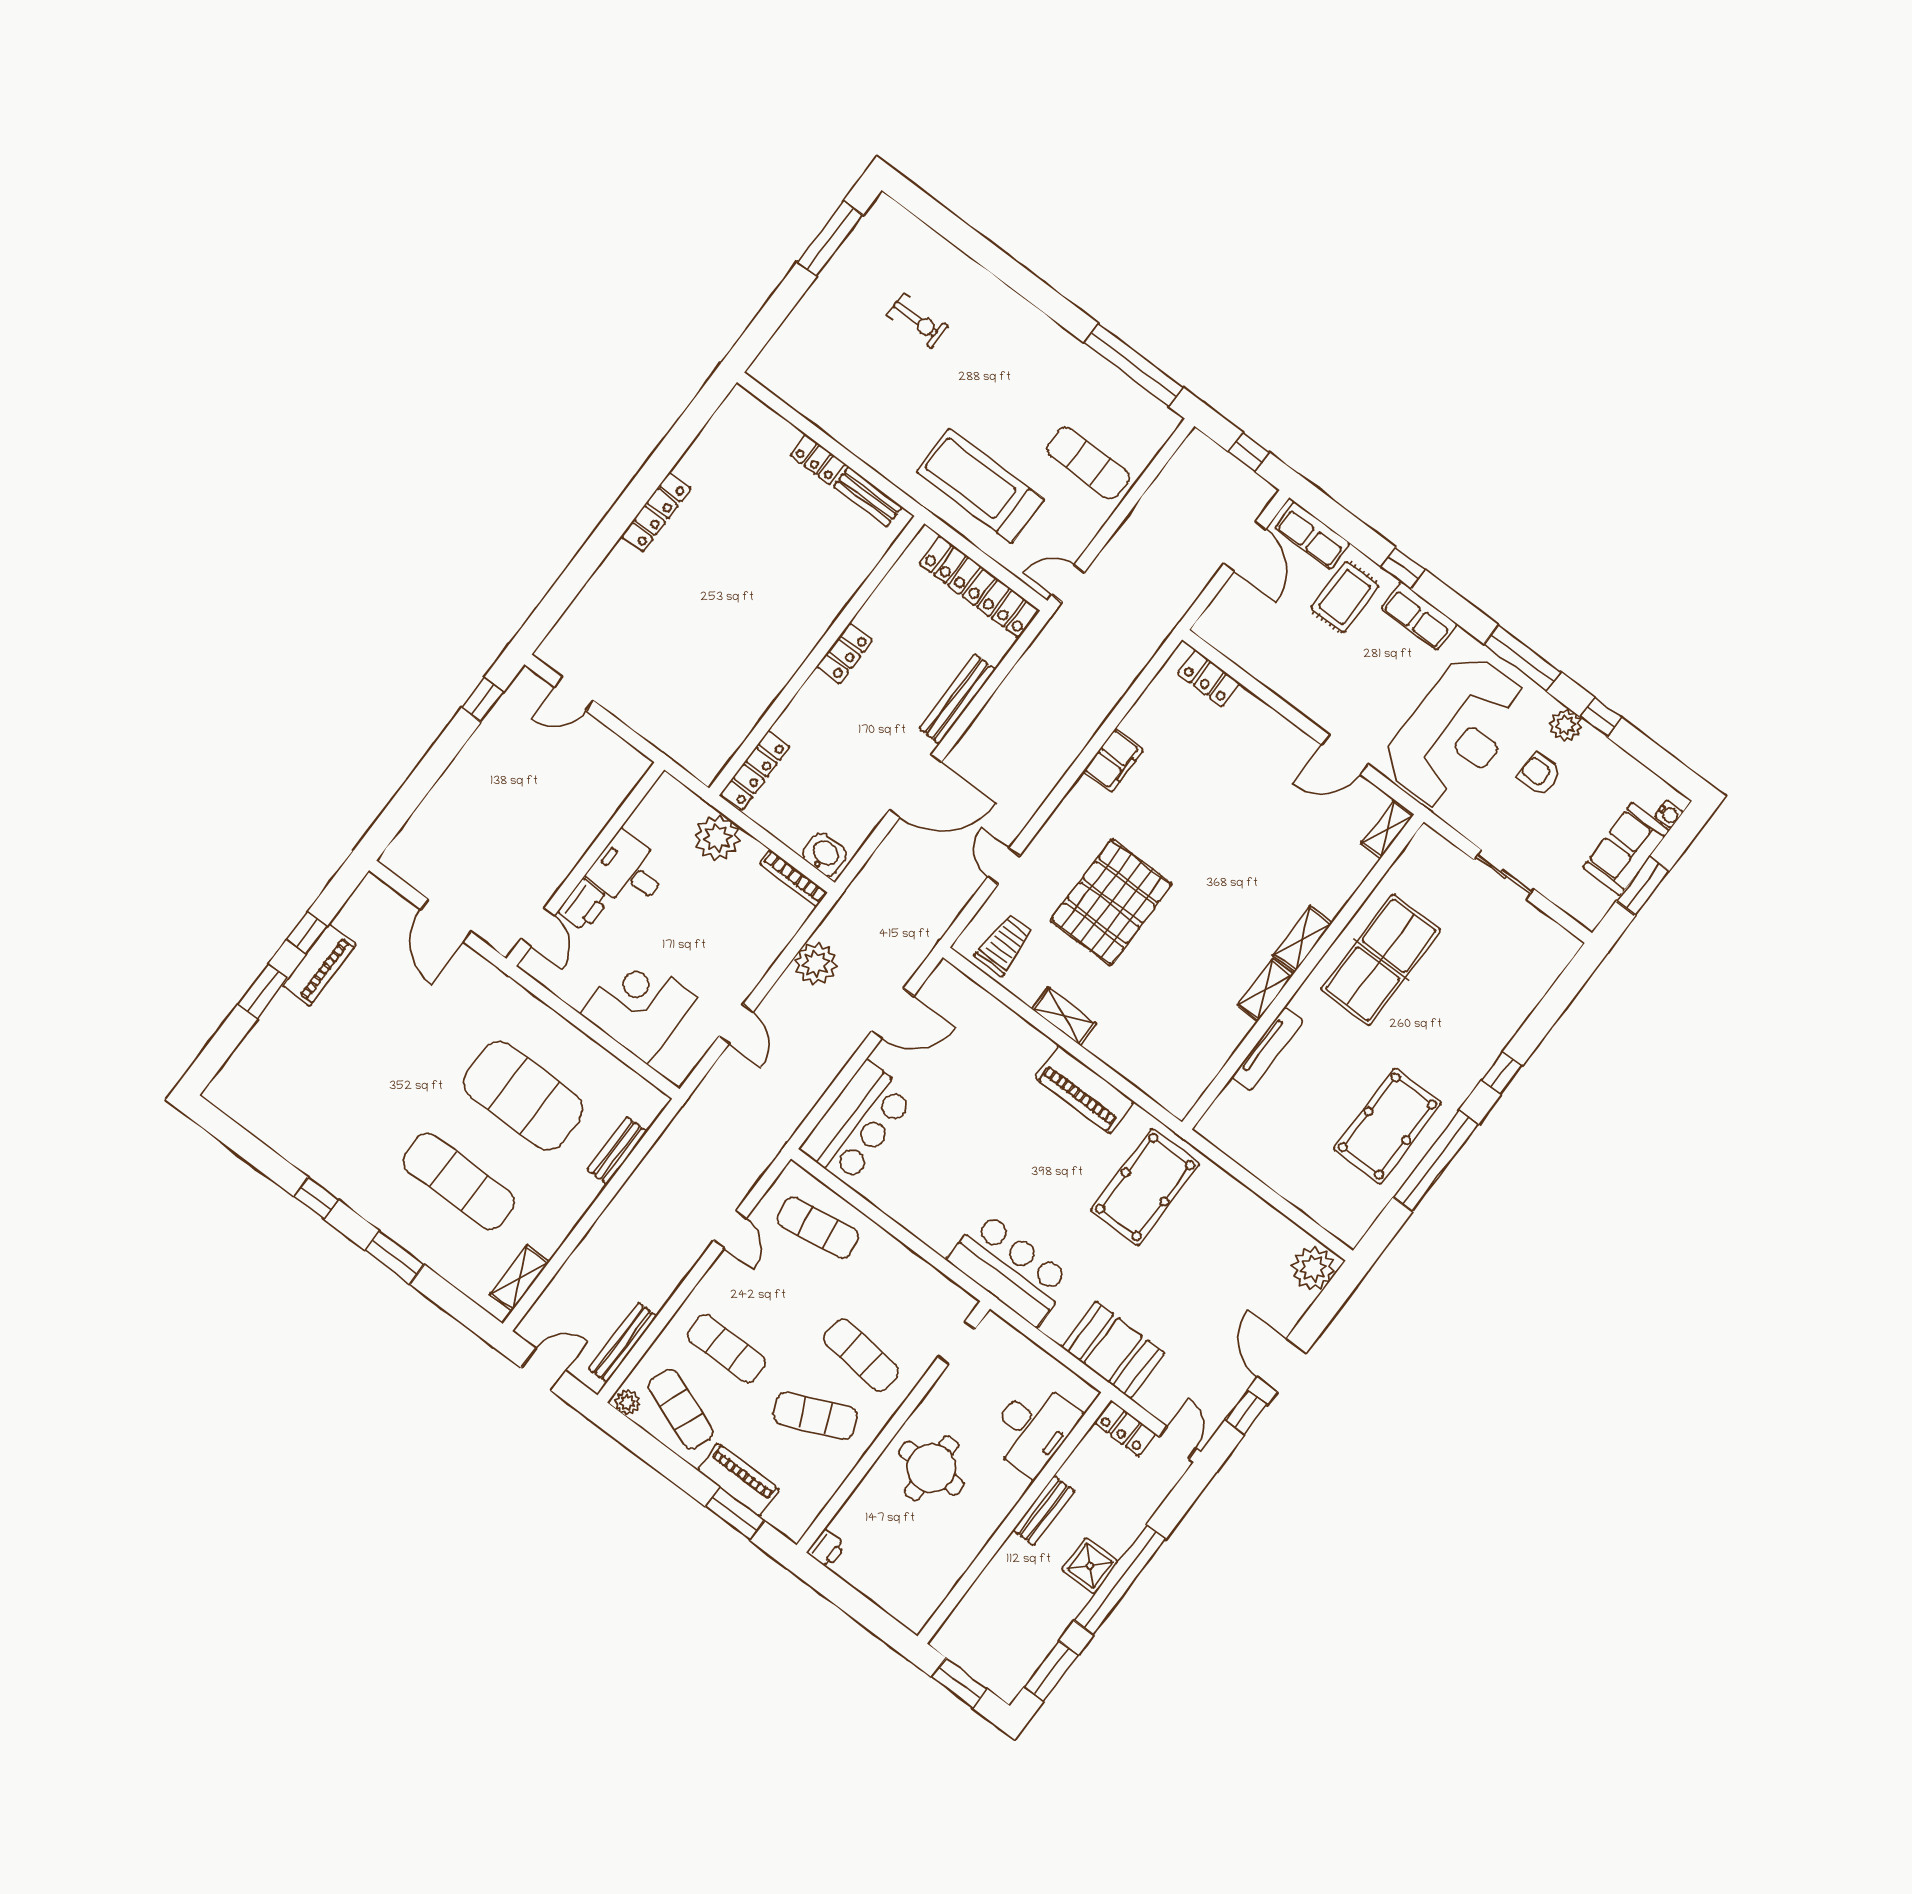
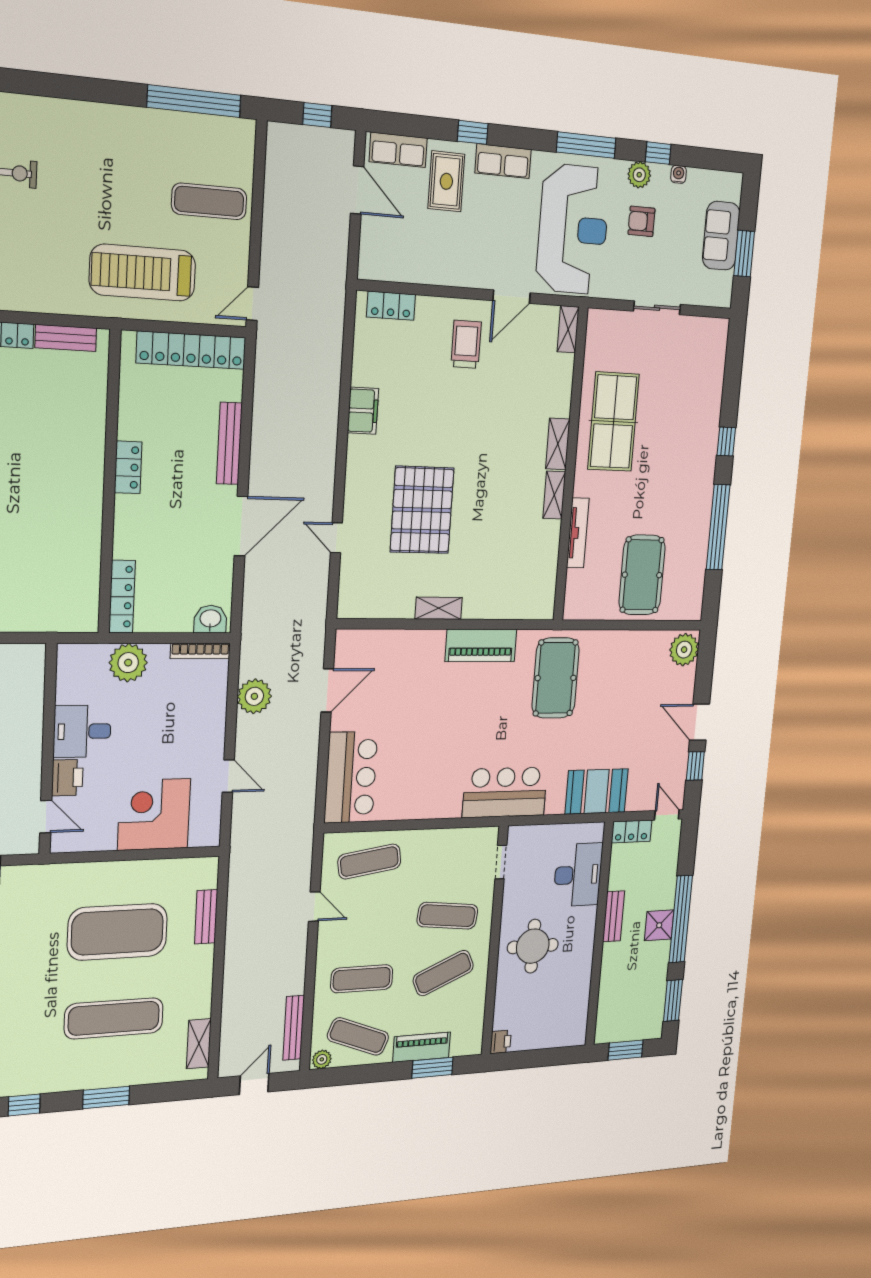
water cooler: (1669, 814) -> (678, 174), moved, turned -90
trolley: (1005, 945) -> (466, 344), moved
pool table: (1387, 1126) -> (642, 575), moved

